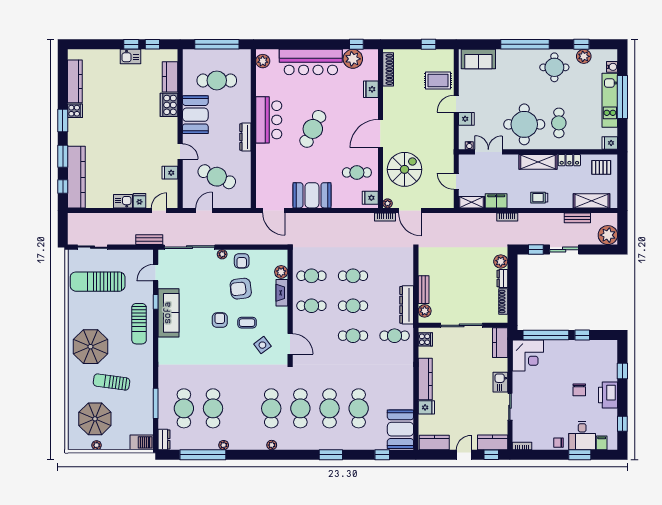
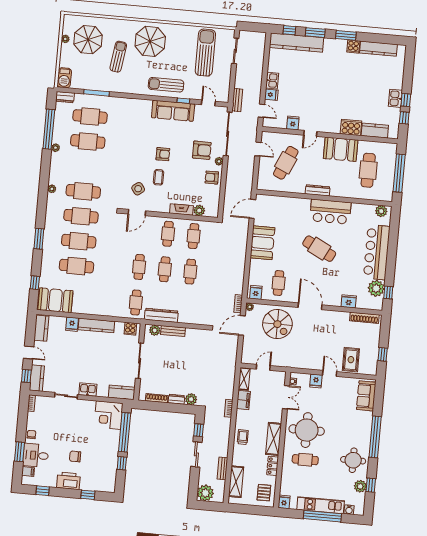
armchair: (241, 289) -> (202, 150), moved, turned 97

